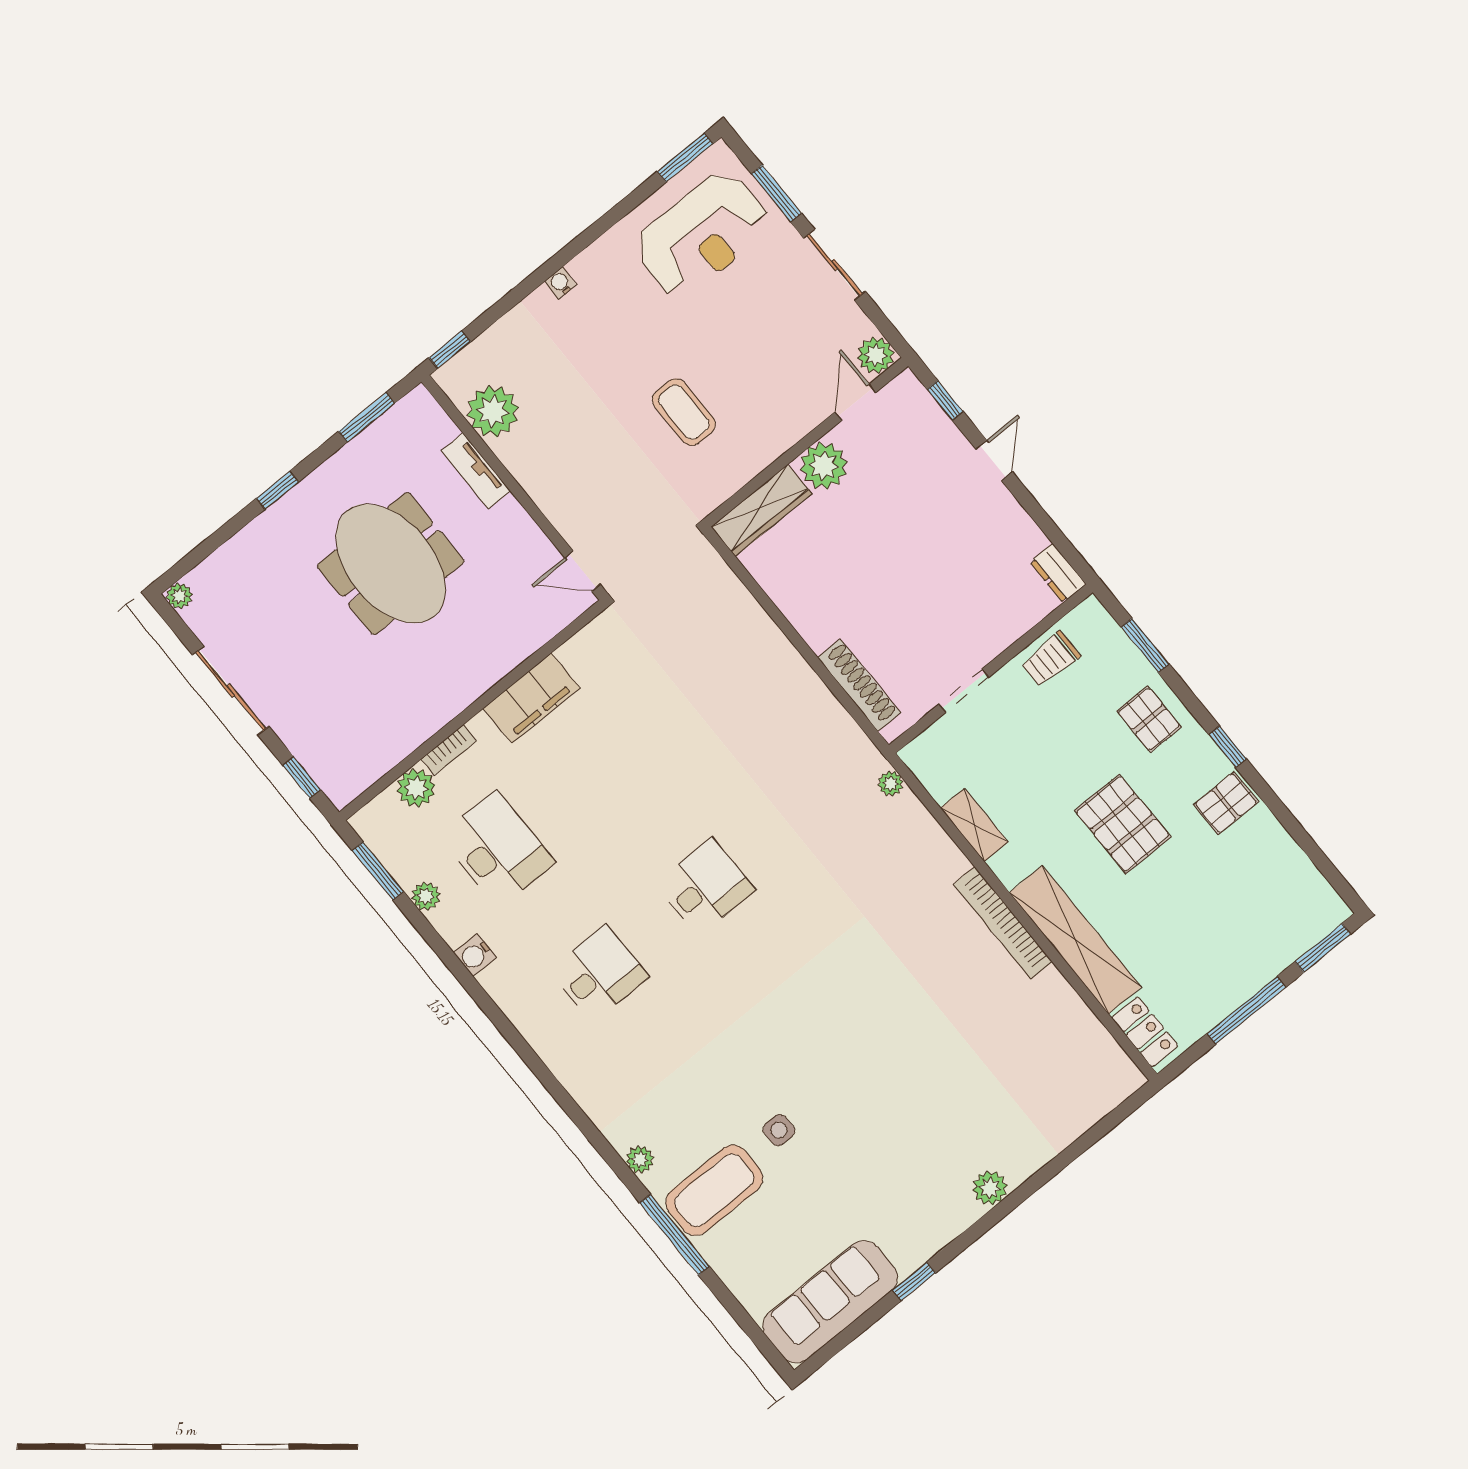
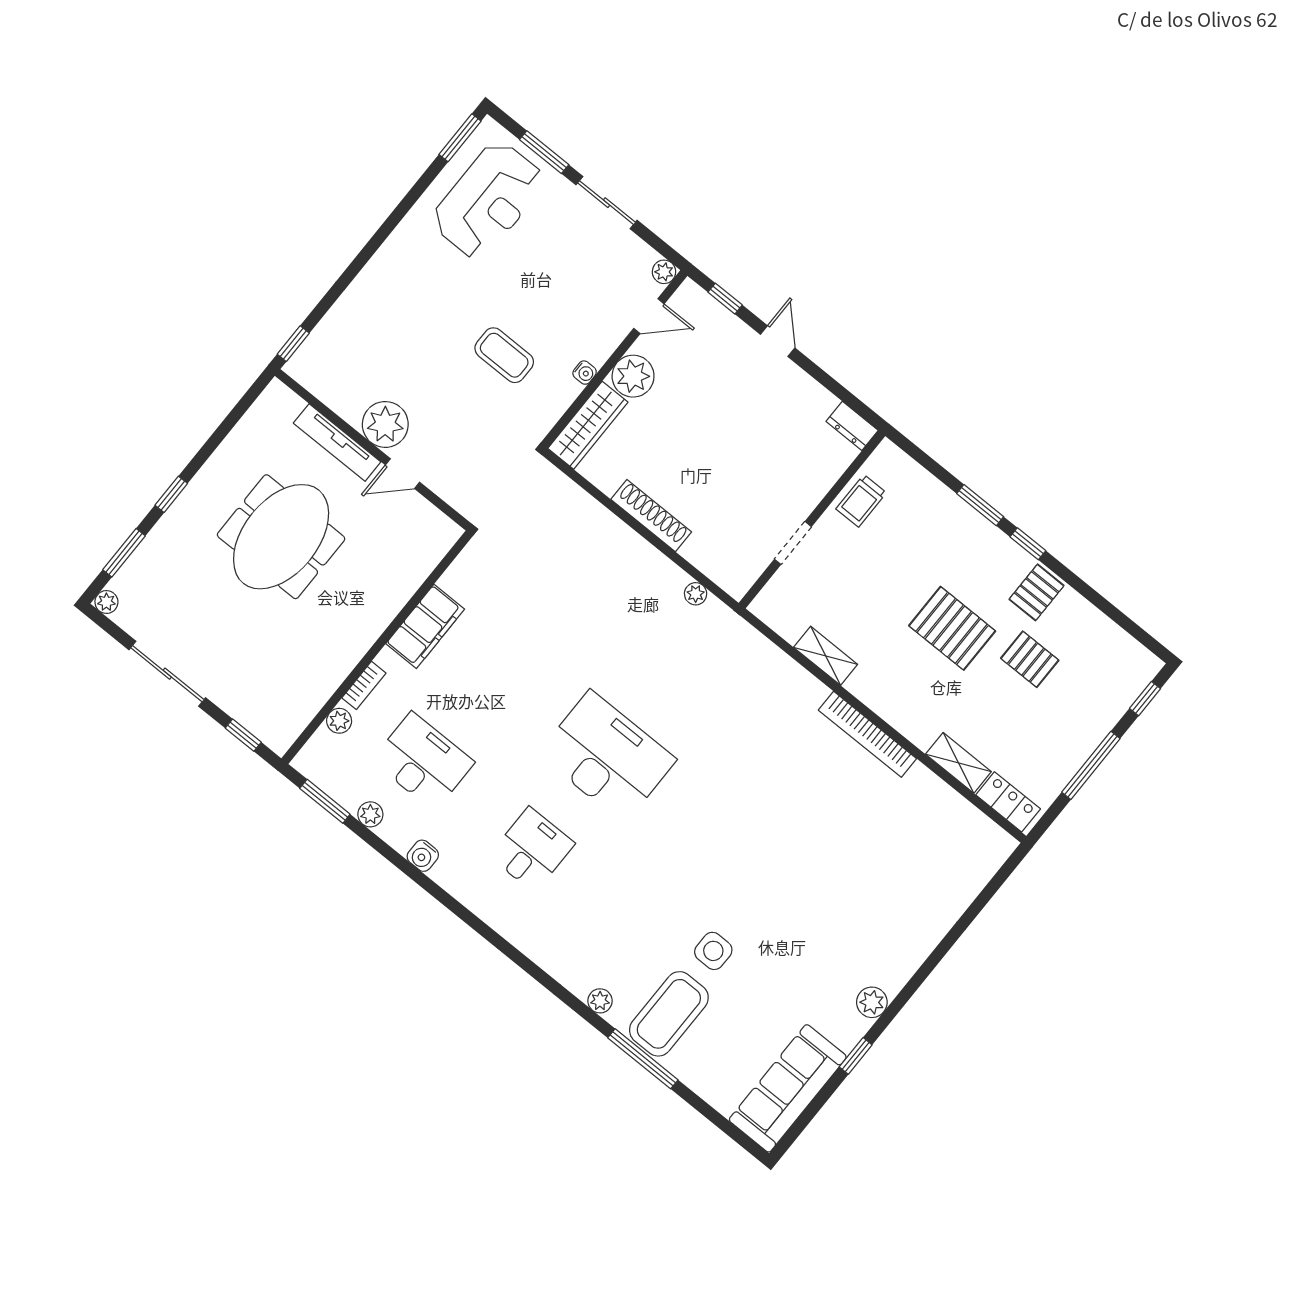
water cooler: (560, 283) -> (585, 373), moved, turned 180
plant: (876, 355) -> (664, 272), width x0.73, depth x0.73
door: (856, 402) -> (649, 316), swing flipped
plant: (493, 411) -> (385, 424), moved
window: (367, 417) -> (124, 553), moved
tv unit: (476, 471) -> (337, 443), width x1.41
meeting table: (391, 564) -> (281, 537), turned 90
door: (583, 571) -> (402, 474), moved
window: (1145, 646) -> (980, 505), moved
shoe rack: (859, 685) -> (651, 516), moved
pallet: (1149, 719) -> (1030, 659), moved
plant: (891, 784) -> (696, 594), moved
plant: (416, 788) -> (339, 721), width x0.73, depth x0.73
desk: (705, 887) -> (607, 757), width x1.87, depth x1.30
shelving: (1075, 940) -> (958, 763), width x0.45, depth x0.75
window: (1323, 948) -> (1145, 699), width x0.67
side table: (779, 1130) -> (713, 951), width x1.37, depth x1.37
plant: (990, 1188) -> (872, 1002), moved

